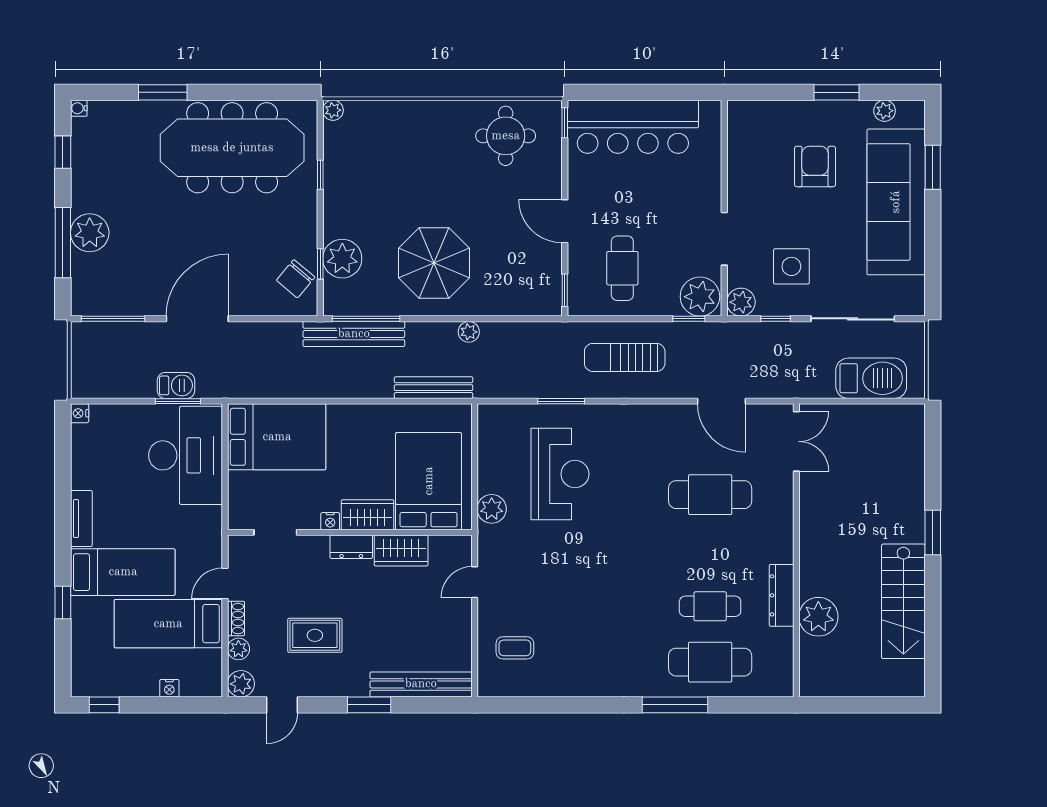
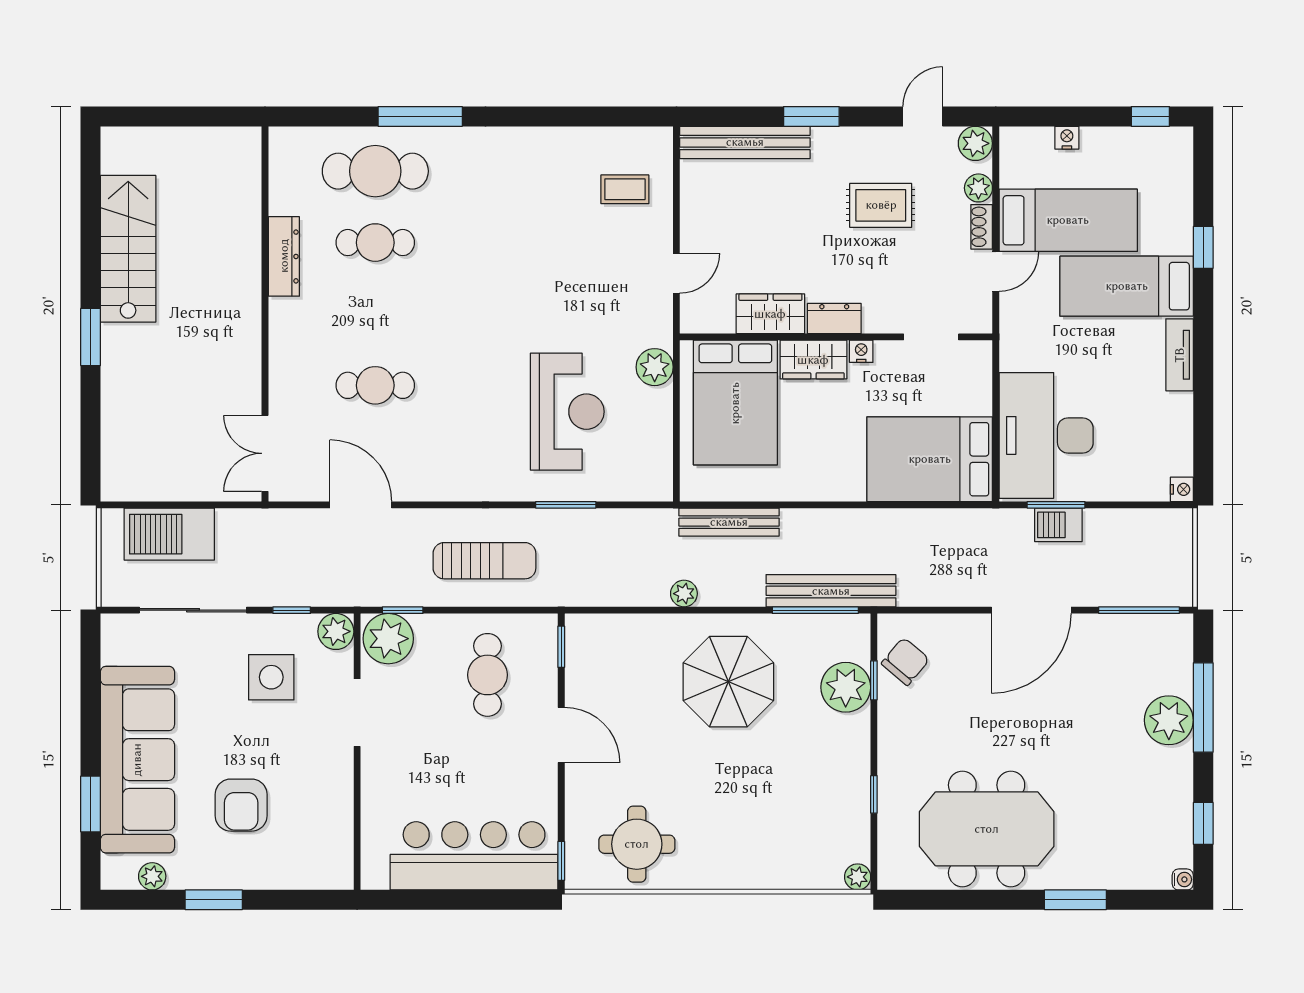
meeting table: (232, 148) -> (987, 829), width x0.73
reception desk: (560, 474) -> (567, 412), turned 180
cafe table: (710, 495) -> (375, 385), width x0.73, depth x0.74
plant: (818, 617) -> (237, 229), removed

